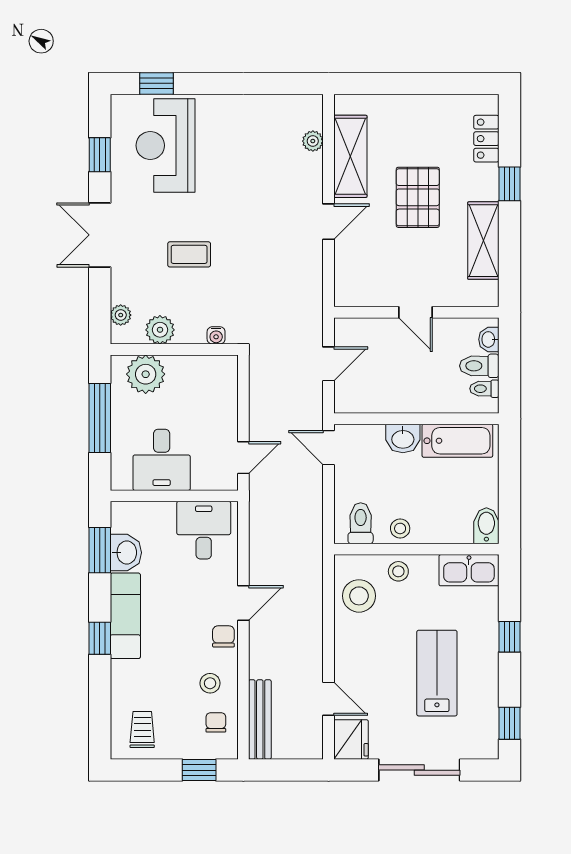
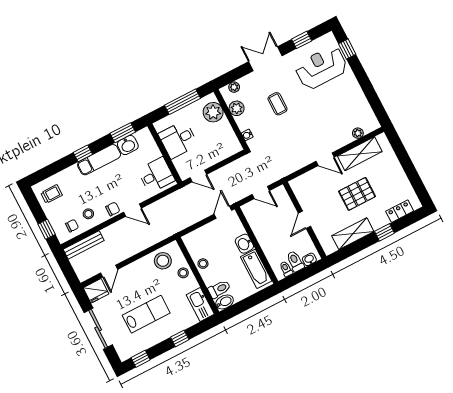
toilet: (361, 523) -> (219, 289), moved

